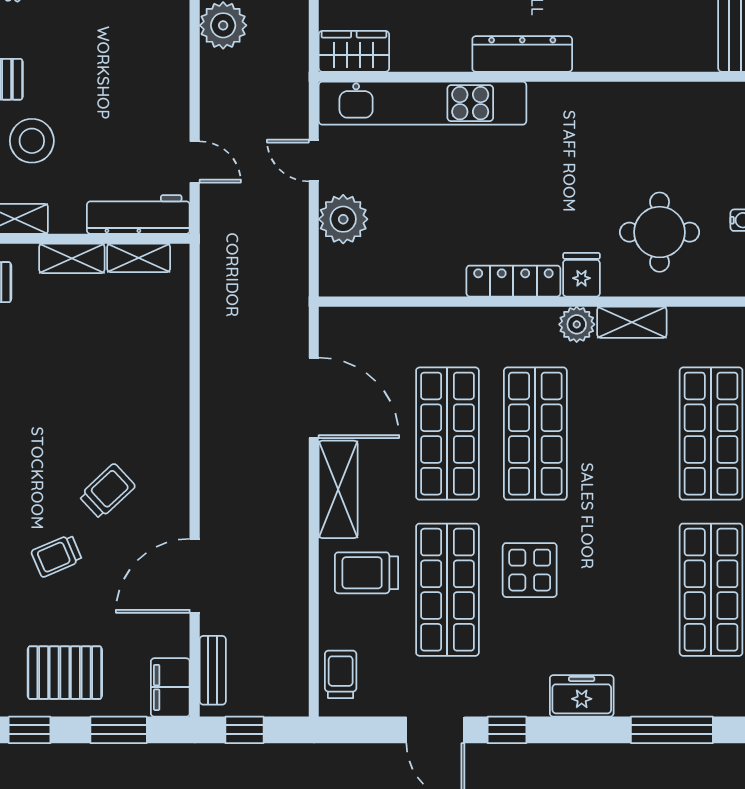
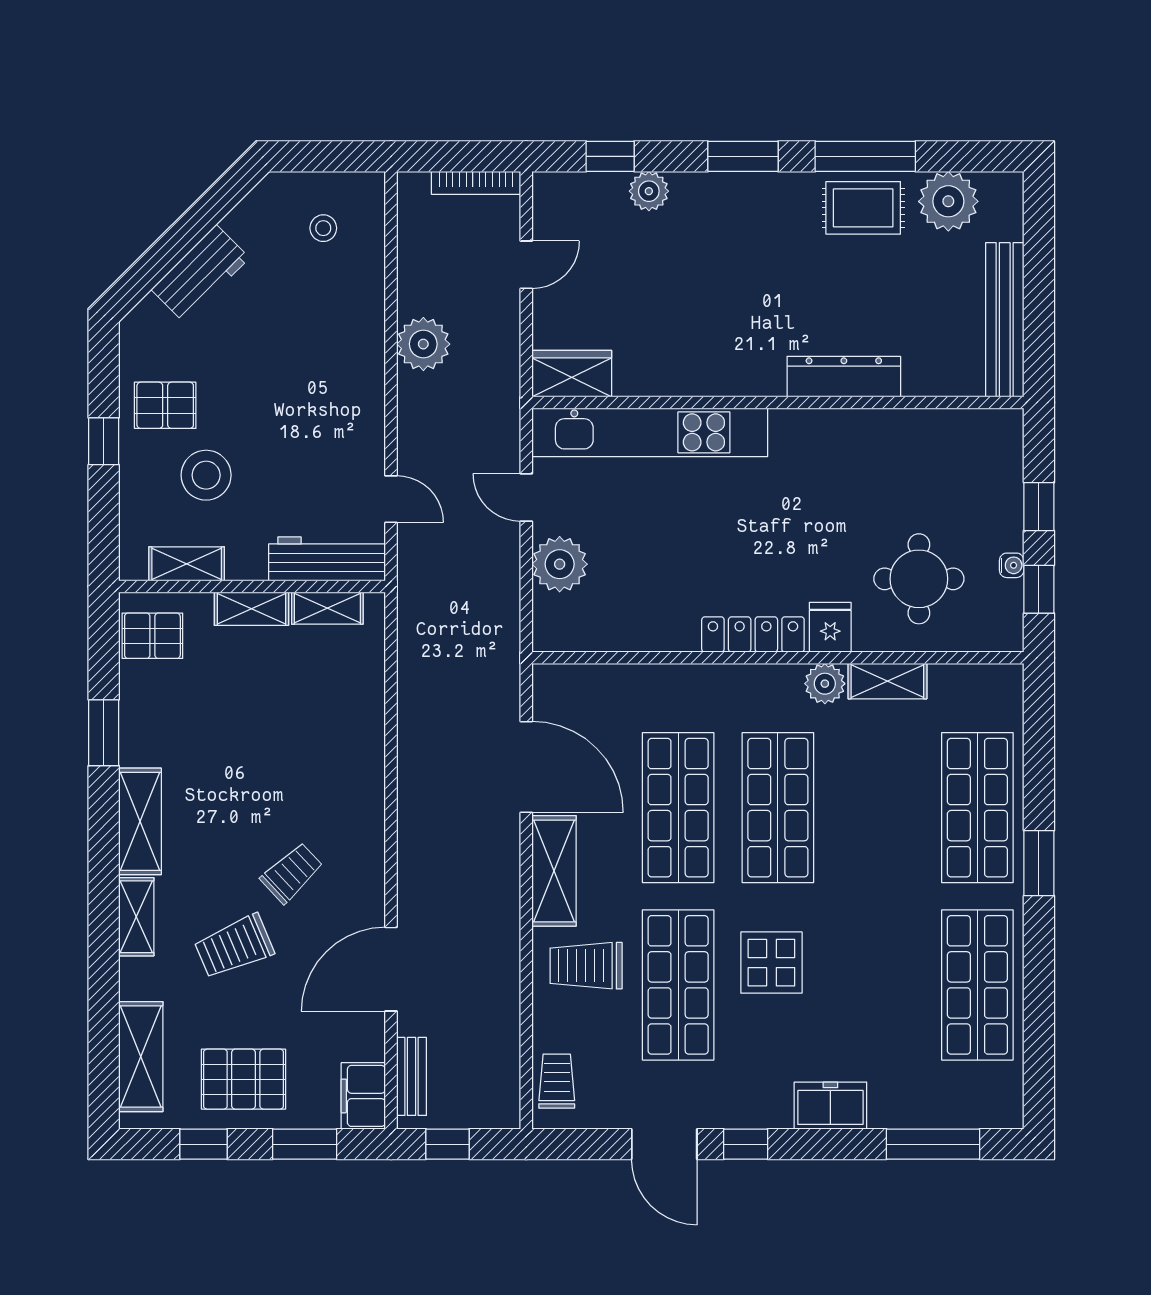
dresser: (522, 54) -> (844, 377), moved
trolley: (57, 556) -> (234, 946), width x1.36, depth x1.39

